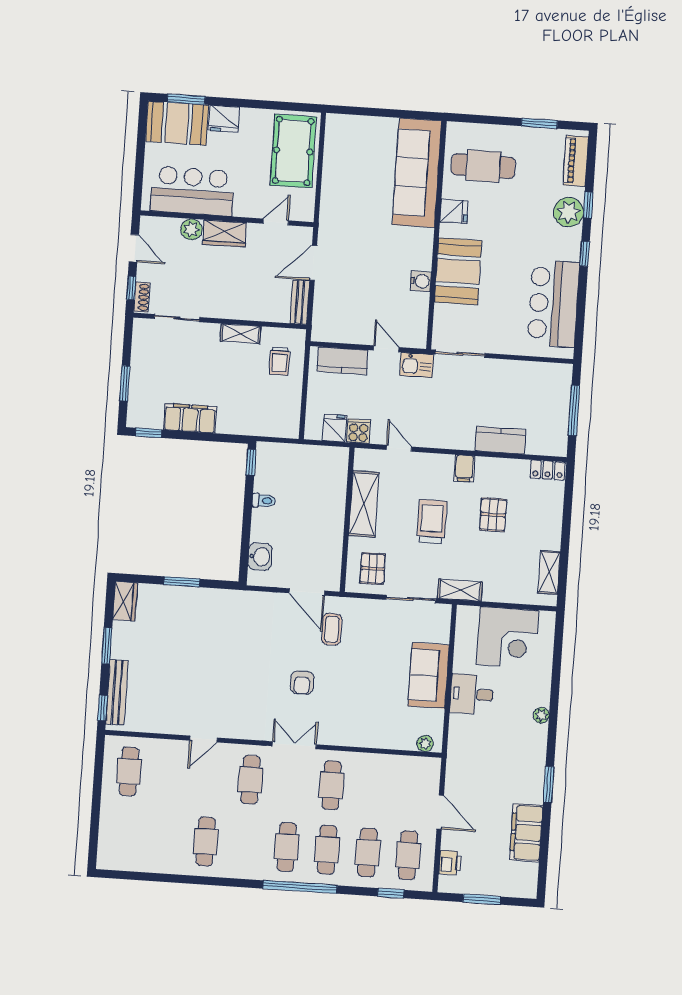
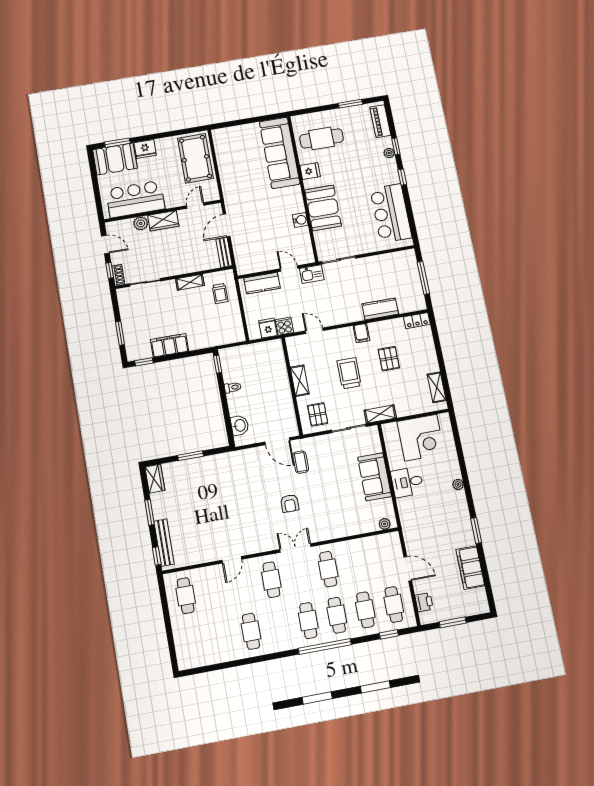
plant: (569, 212) -> (389, 153), width x0.53, depth x0.53
shelving: (364, 504) -> (300, 381), width x0.67, depth x0.75

